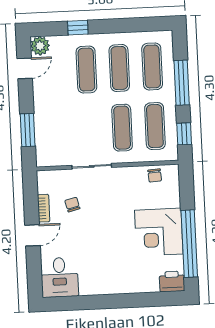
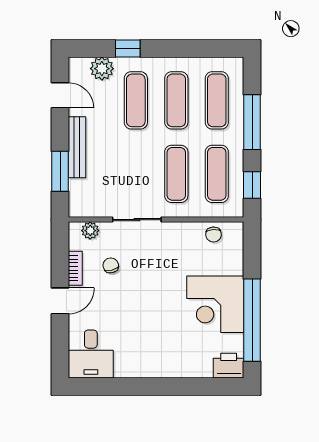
plant: (40, 46) -> (102, 69), moved
door: (25, 68) -> (60, 95), hinge flipped
bench: (40, 110) -> (77, 147), added
plant: (54, 177) -> (90, 231), added

